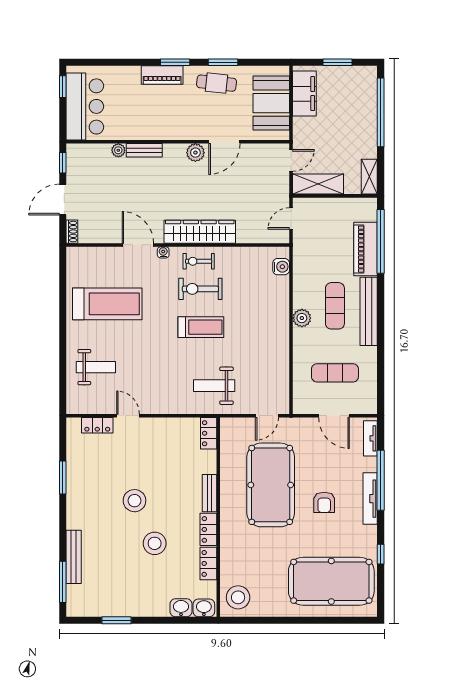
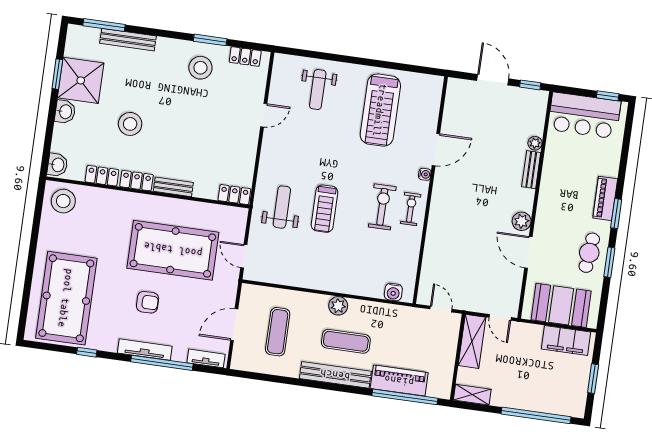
shoe rack: (72, 232) -> (459, 84), removed
wardrobe: (200, 232) -> (440, 214), removed
treadmill: (201, 327) -> (325, 209), moved
locker: (97, 425) -> (245, 57), moved, turned -90
stool: (134, 501) -> (200, 68), moved
armchair: (324, 502) -> (148, 302), turned 180
shower: (119, 597) -> (81, 80), added
washbasin: (181, 608) -> (65, 112), moved

